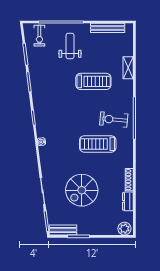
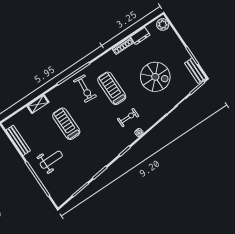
exercise bike: (39, 36) -> (128, 118), moved
weight bench: (70, 46) -> (51, 160), turned 180
treadmill: (98, 144) -> (112, 88), turned 180

